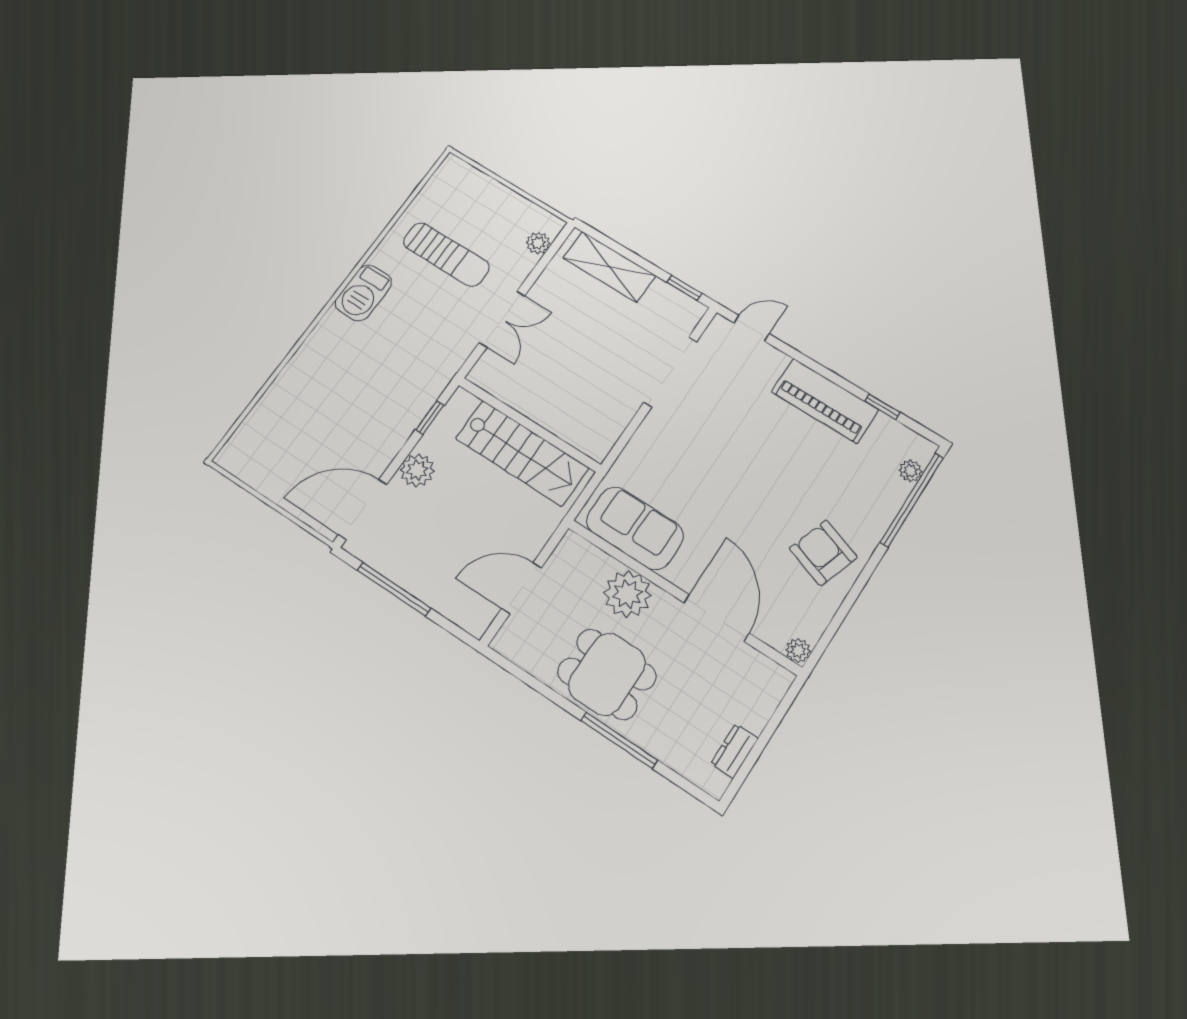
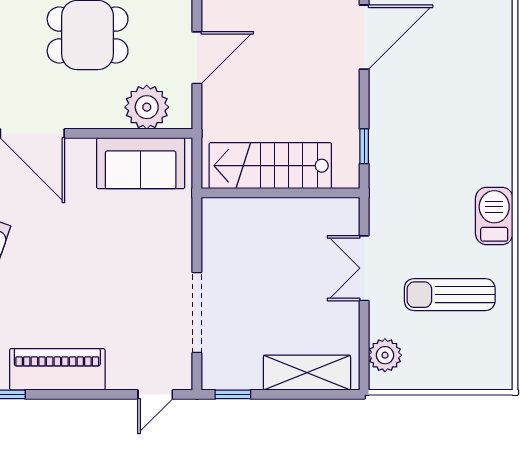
plant: (538, 243) -> (385, 355), width x1.38, depth x1.38
plant: (417, 470) -> (344, 97), removed
plant: (628, 594) -> (147, 107), moved

